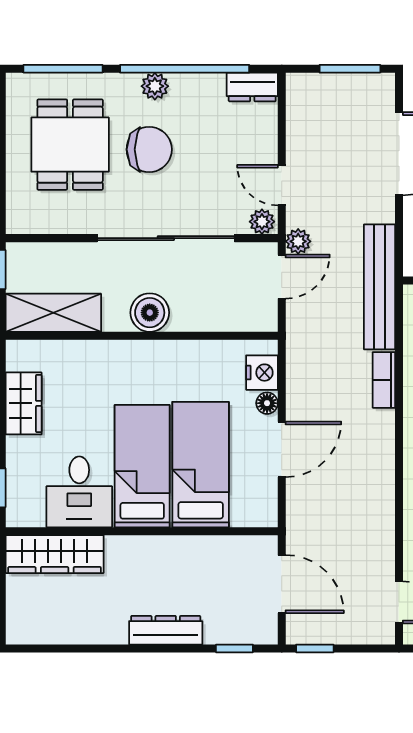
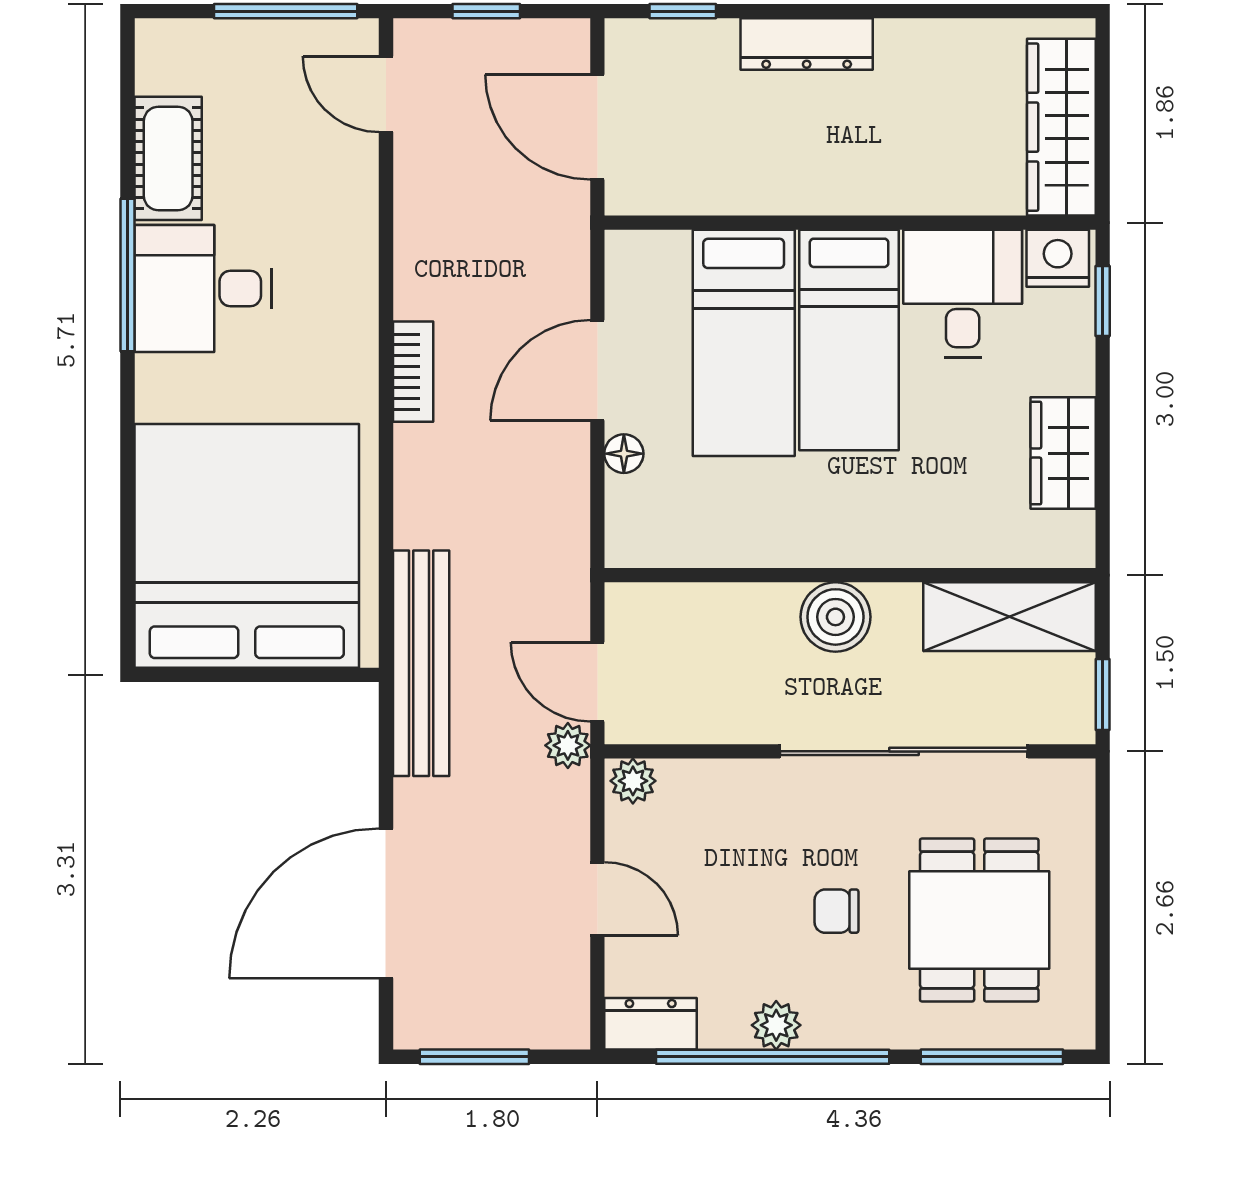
plant: (155, 86) -> (776, 1025), moved
chair: (149, 149) -> (837, 911), width x0.54, depth x0.54
door: (282, 185) -> (597, 899), moved
sliding door: (166, 238) -> (904, 751), moved
door: (282, 277) -> (597, 682), hinge flipped
nightstand: (262, 373) -> (1058, 258), moved, turned 90
bookcase: (384, 380) -> (413, 372), moved
wardrobe: (55, 554) -> (1061, 127), moved, turned -90
window: (315, 648) -> (486, 11), moved

